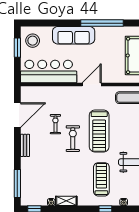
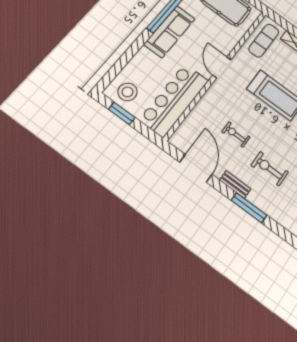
sofa: (74, 35) -> (170, 32), moved
exercise bike: (73, 139) -> (270, 169), moved
window: (17, 184) -> (249, 208), moved

